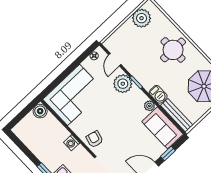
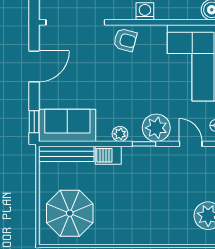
round table: (173, 50) -> (141, 217), removed
plant: (149, 106) -> (120, 134), moved
window: (168, 153) -> (34, 122), moved

